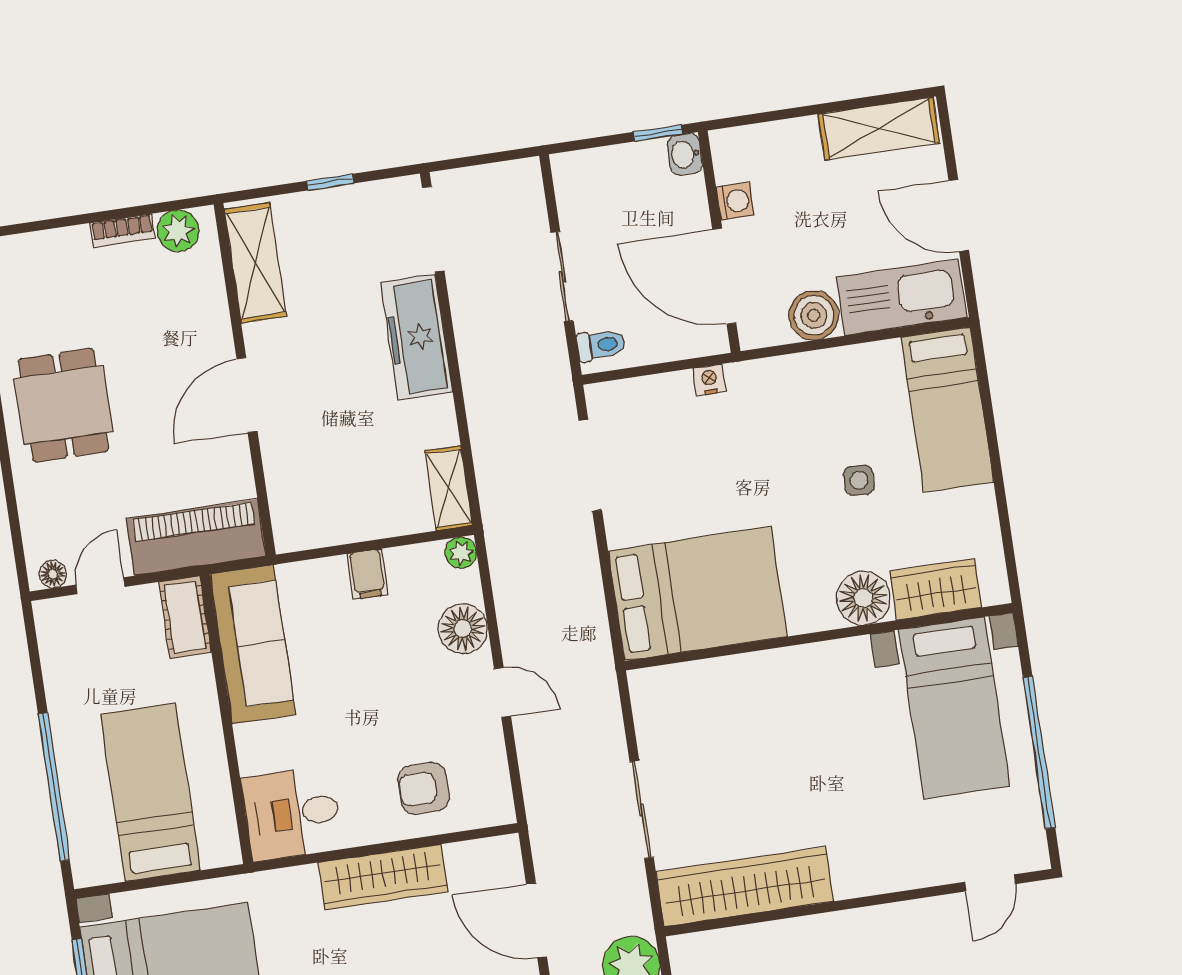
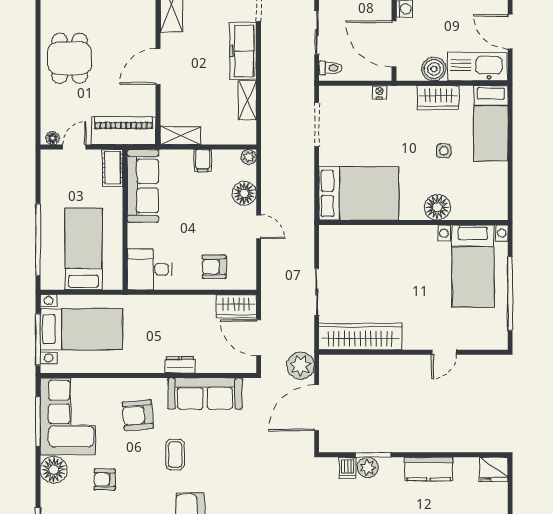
shelving: (449, 488) -> (248, 101), moved
shelving: (314, 530) -> (180, 136), added
wardrobe: (936, 589) -> (438, 97), moved, turned 180
wardrobe: (383, 877) -> (236, 306), moved, width x0.67
door: (990, 883) -> (444, 352), moved

